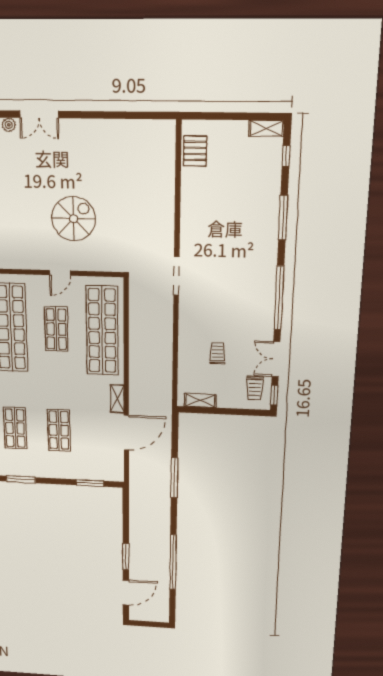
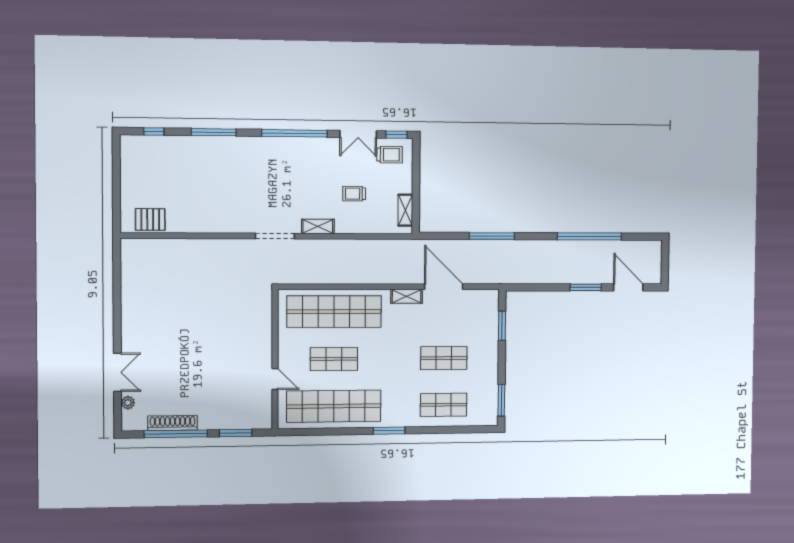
shelving: (266, 128) -> (318, 226), moved, turned 90
spiral stairs: (74, 219) -> (219, 340), removed
door: (60, 273) -> (275, 379), moved

